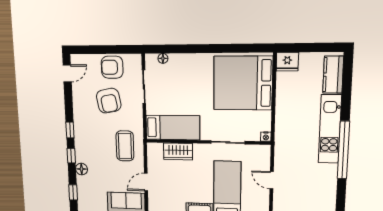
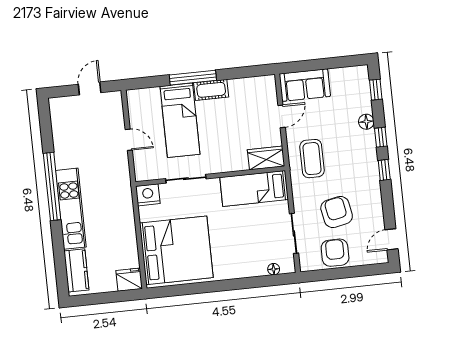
armchair: (112, 67) -> (335, 253), turned -90
nightstand: (266, 137) -> (148, 195), width x1.89, depth x1.79
wardrobe: (178, 151) -> (266, 158), moved

